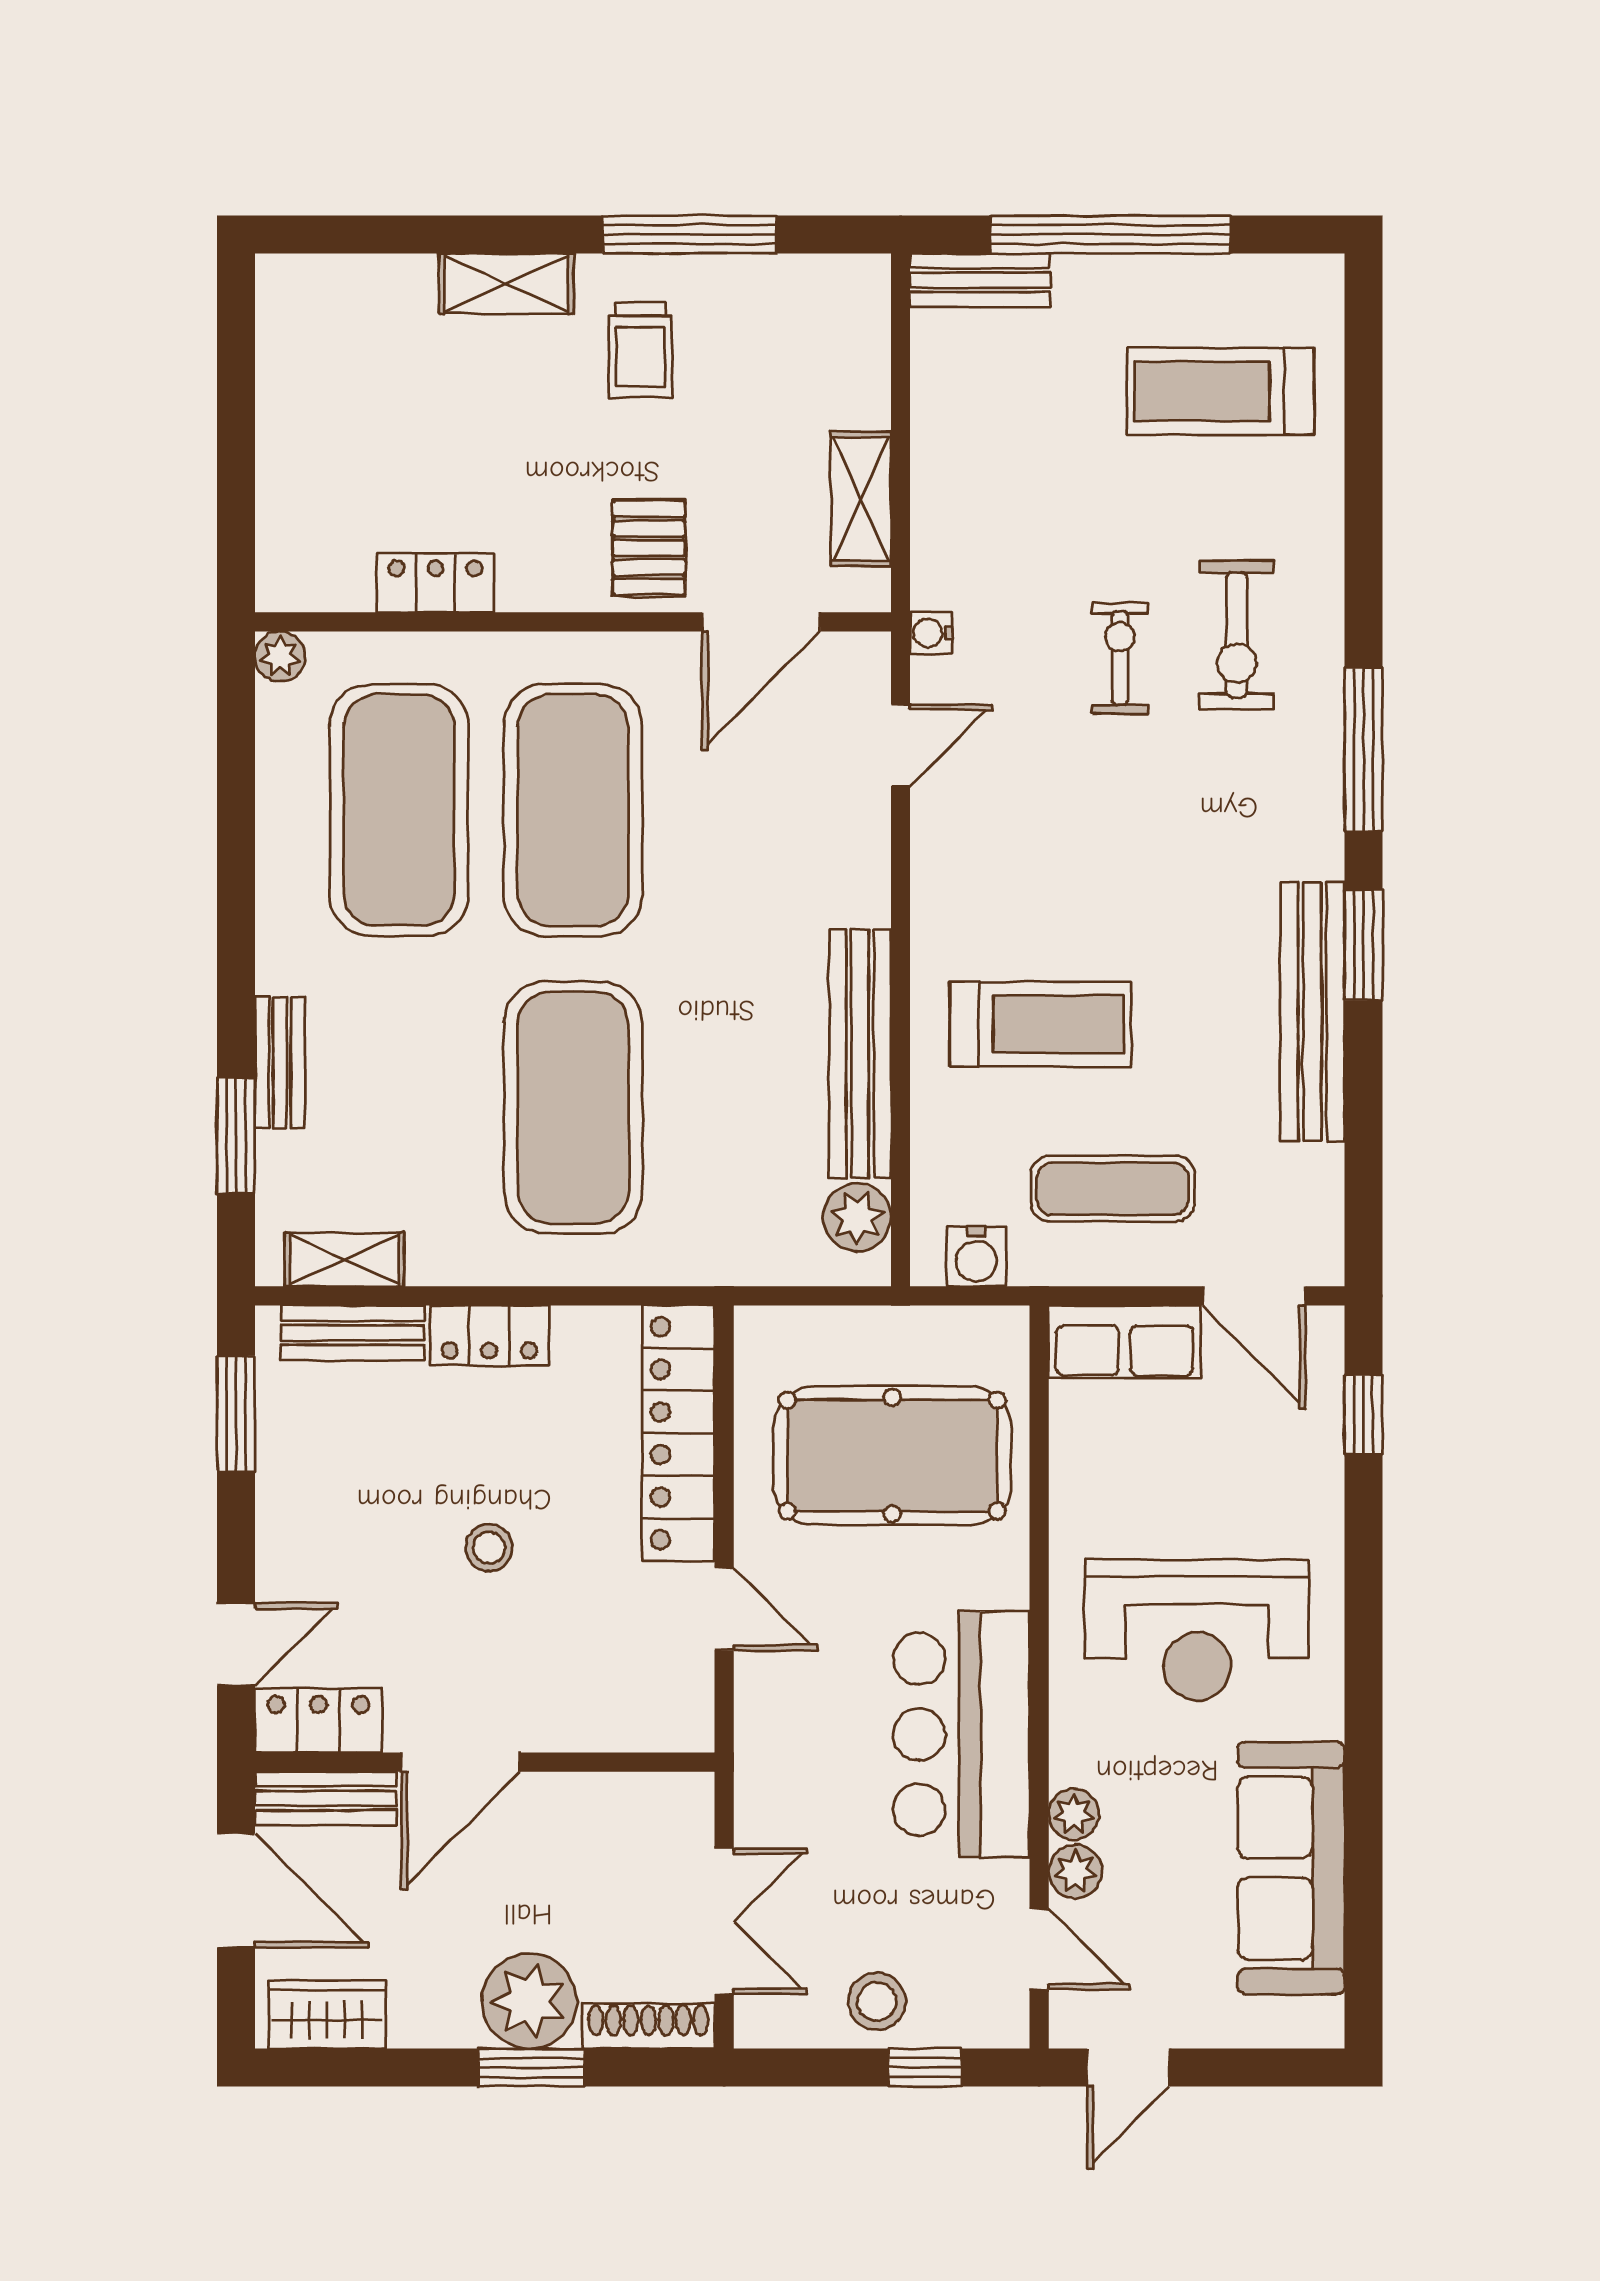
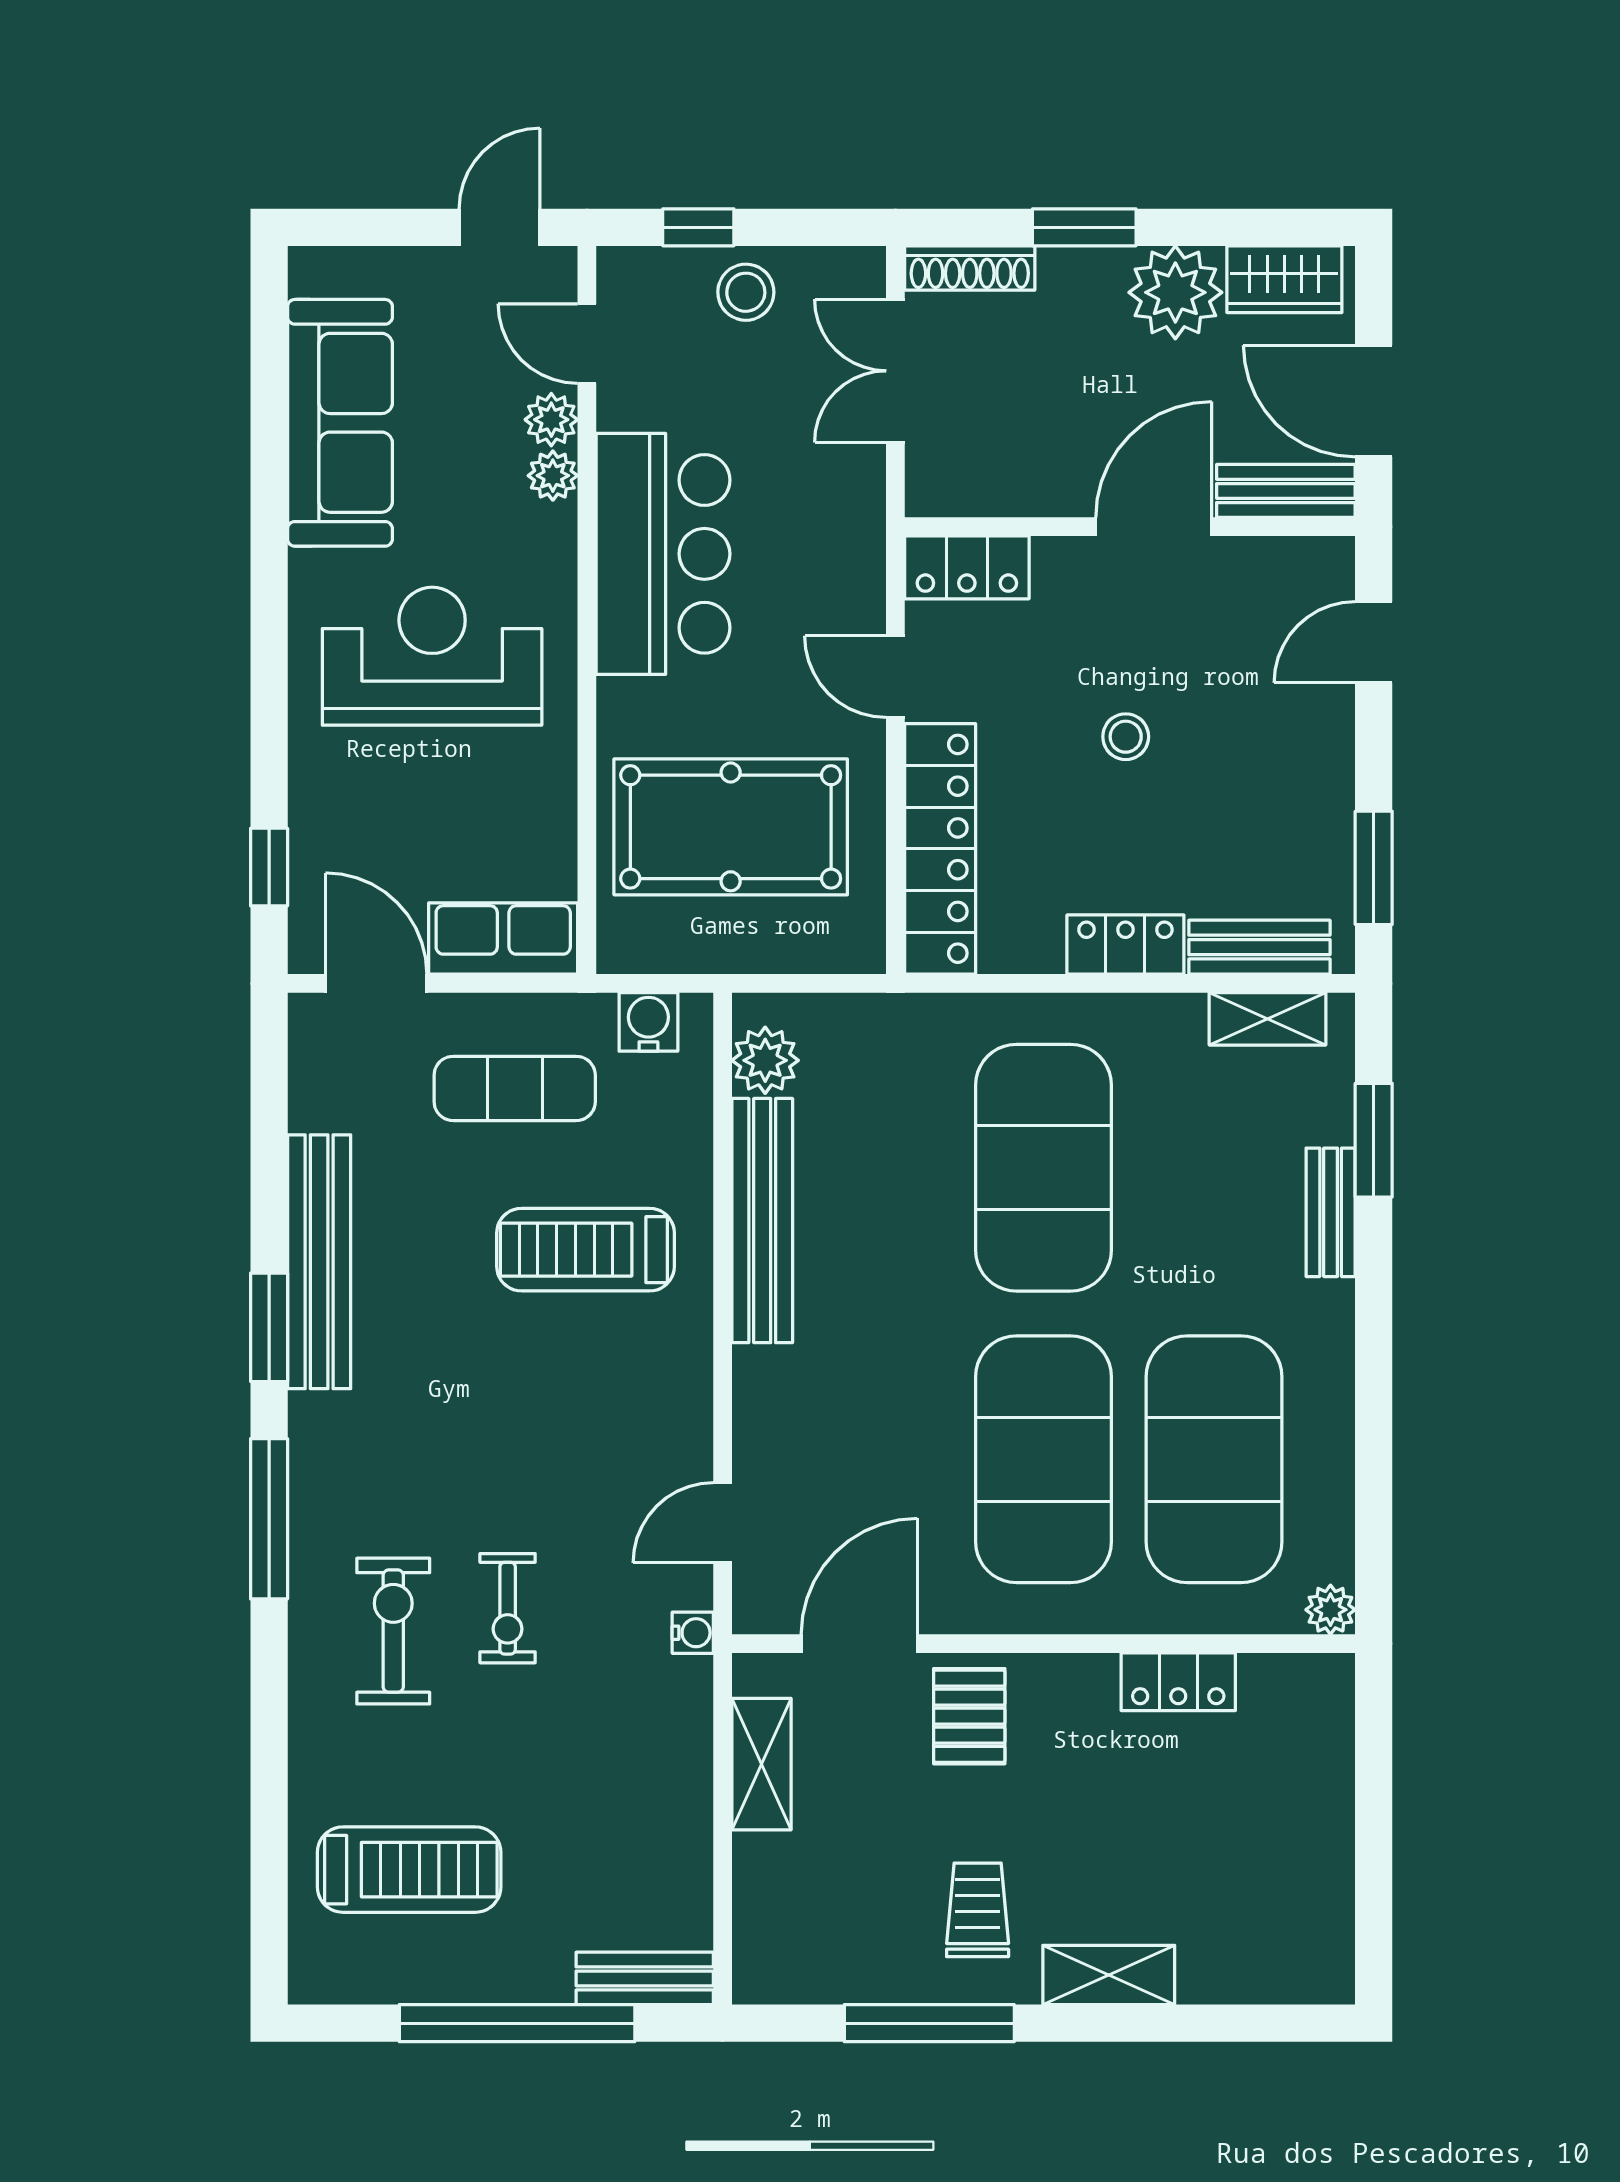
locker: (318, 1721) -> (967, 567), moved
plant: (529, 2001) -> (1175, 292), moved

